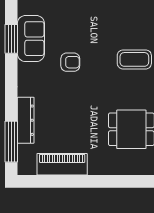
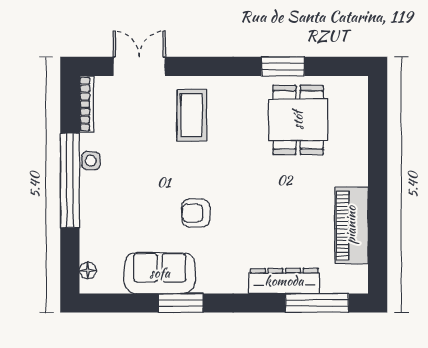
window: (11, 39) -> (181, 303), moved
armchair: (70, 62) -> (196, 213), turned -90

